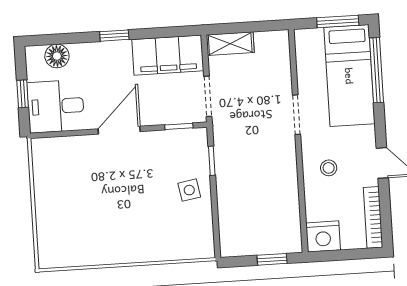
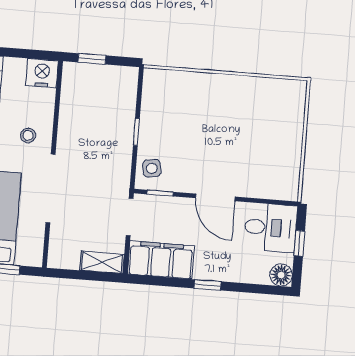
floor lamp: (57, 56) -> (281, 275), moved
doorway: (296, 115) -> (51, 188), width x1.87
door: (119, 130) -> (215, 197), hinge flipped
window: (212, 161) -> (136, 132), moved
side table: (189, 190) -> (152, 168), moved

